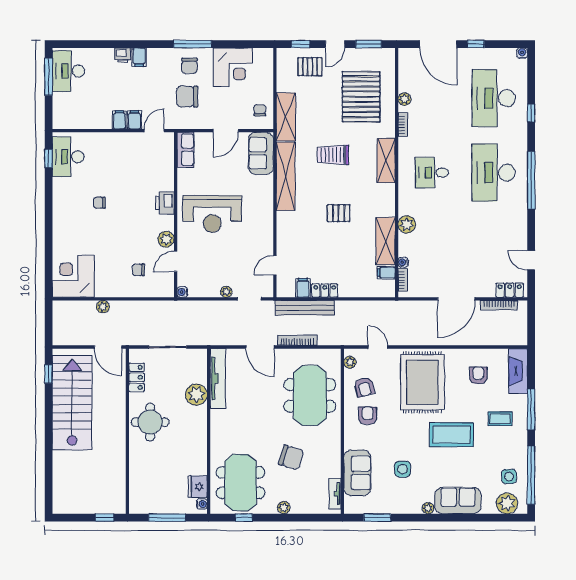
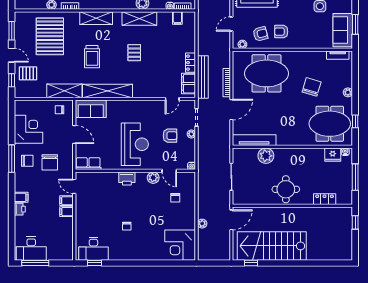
pallet: (310, 67) -> (28, 73), turned 90
pallet: (361, 97) -> (50, 36), turned 90
shelving: (386, 241) -> (139, 18), moved
armchair: (224, 262) -> (170, 136), added
door: (275, 265) -> (172, 99), hinge flipped
filing cabinet: (303, 288) -> (189, 84), width x2.00
locker: (137, 377) -> (325, 199), moved
sofa: (357, 473) -> (343, 30), moved, turned -90

